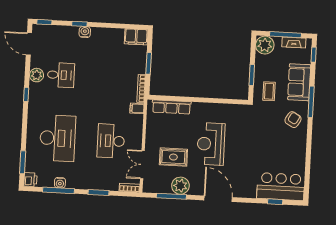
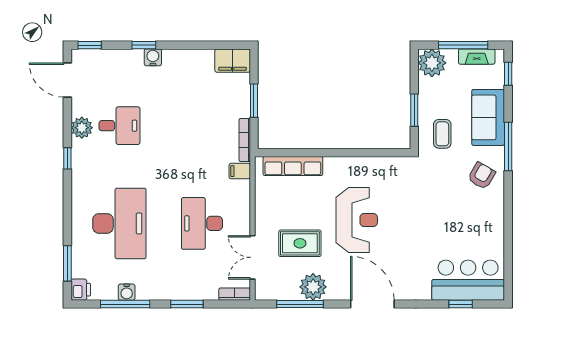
reception desk: (211, 144) -> (357, 220), turned 180

